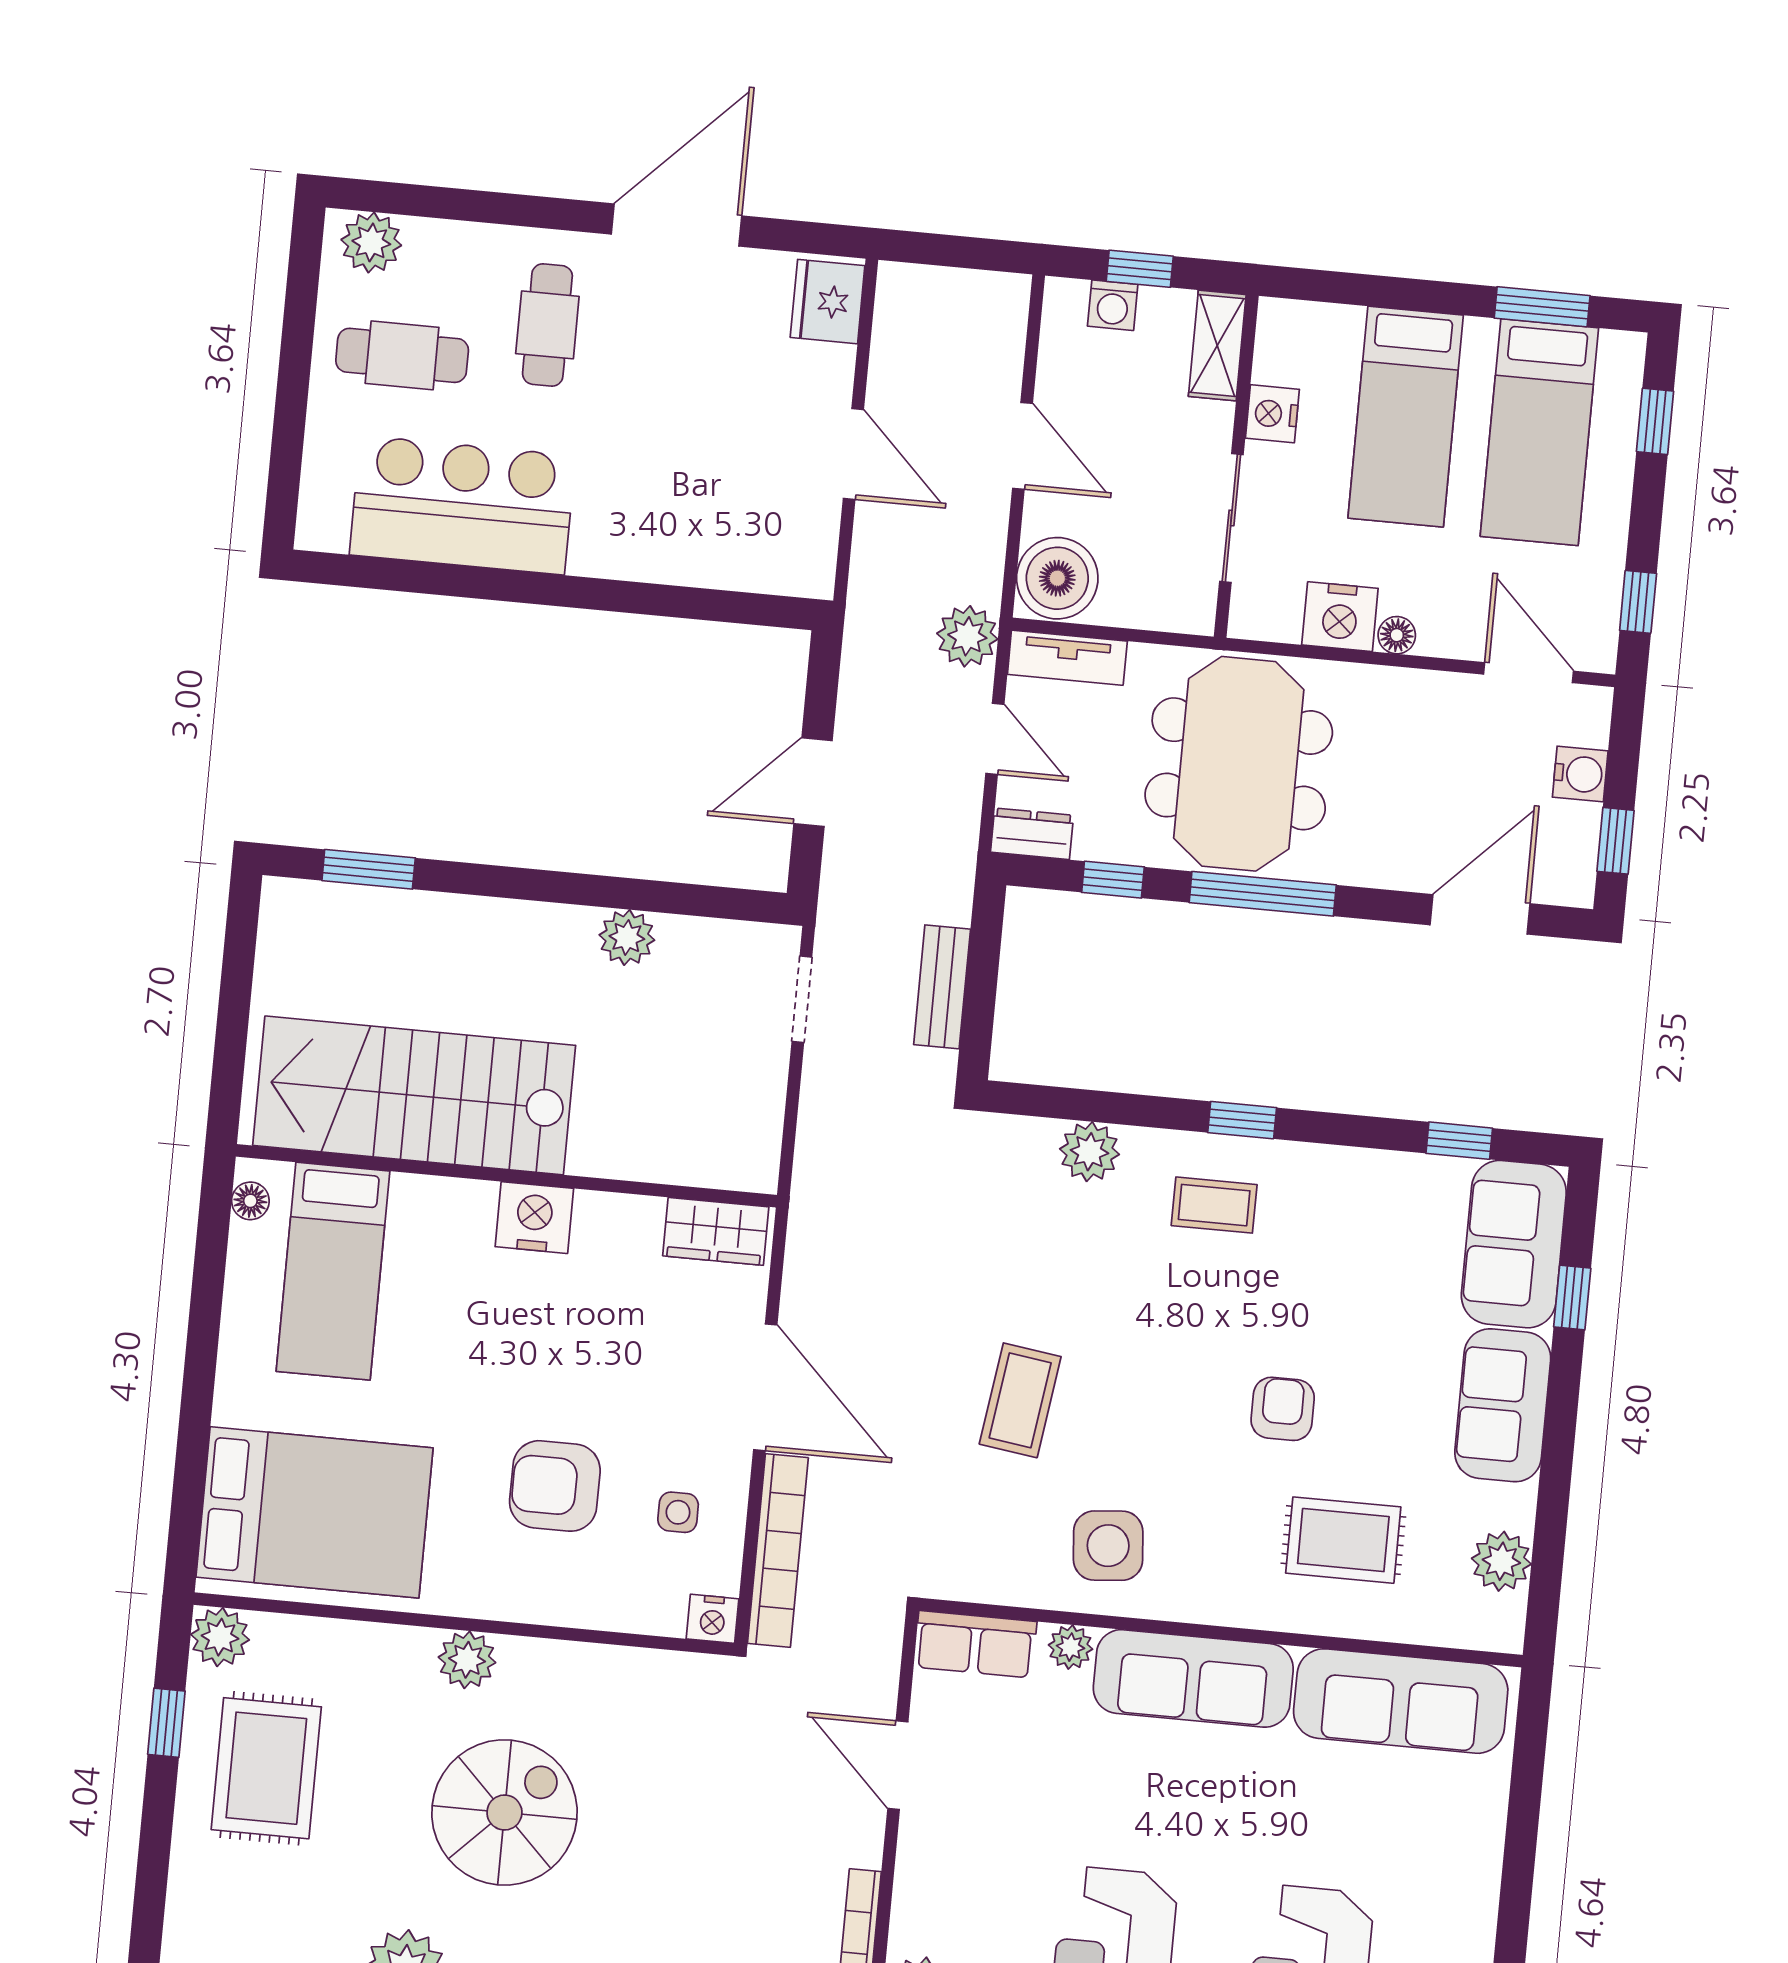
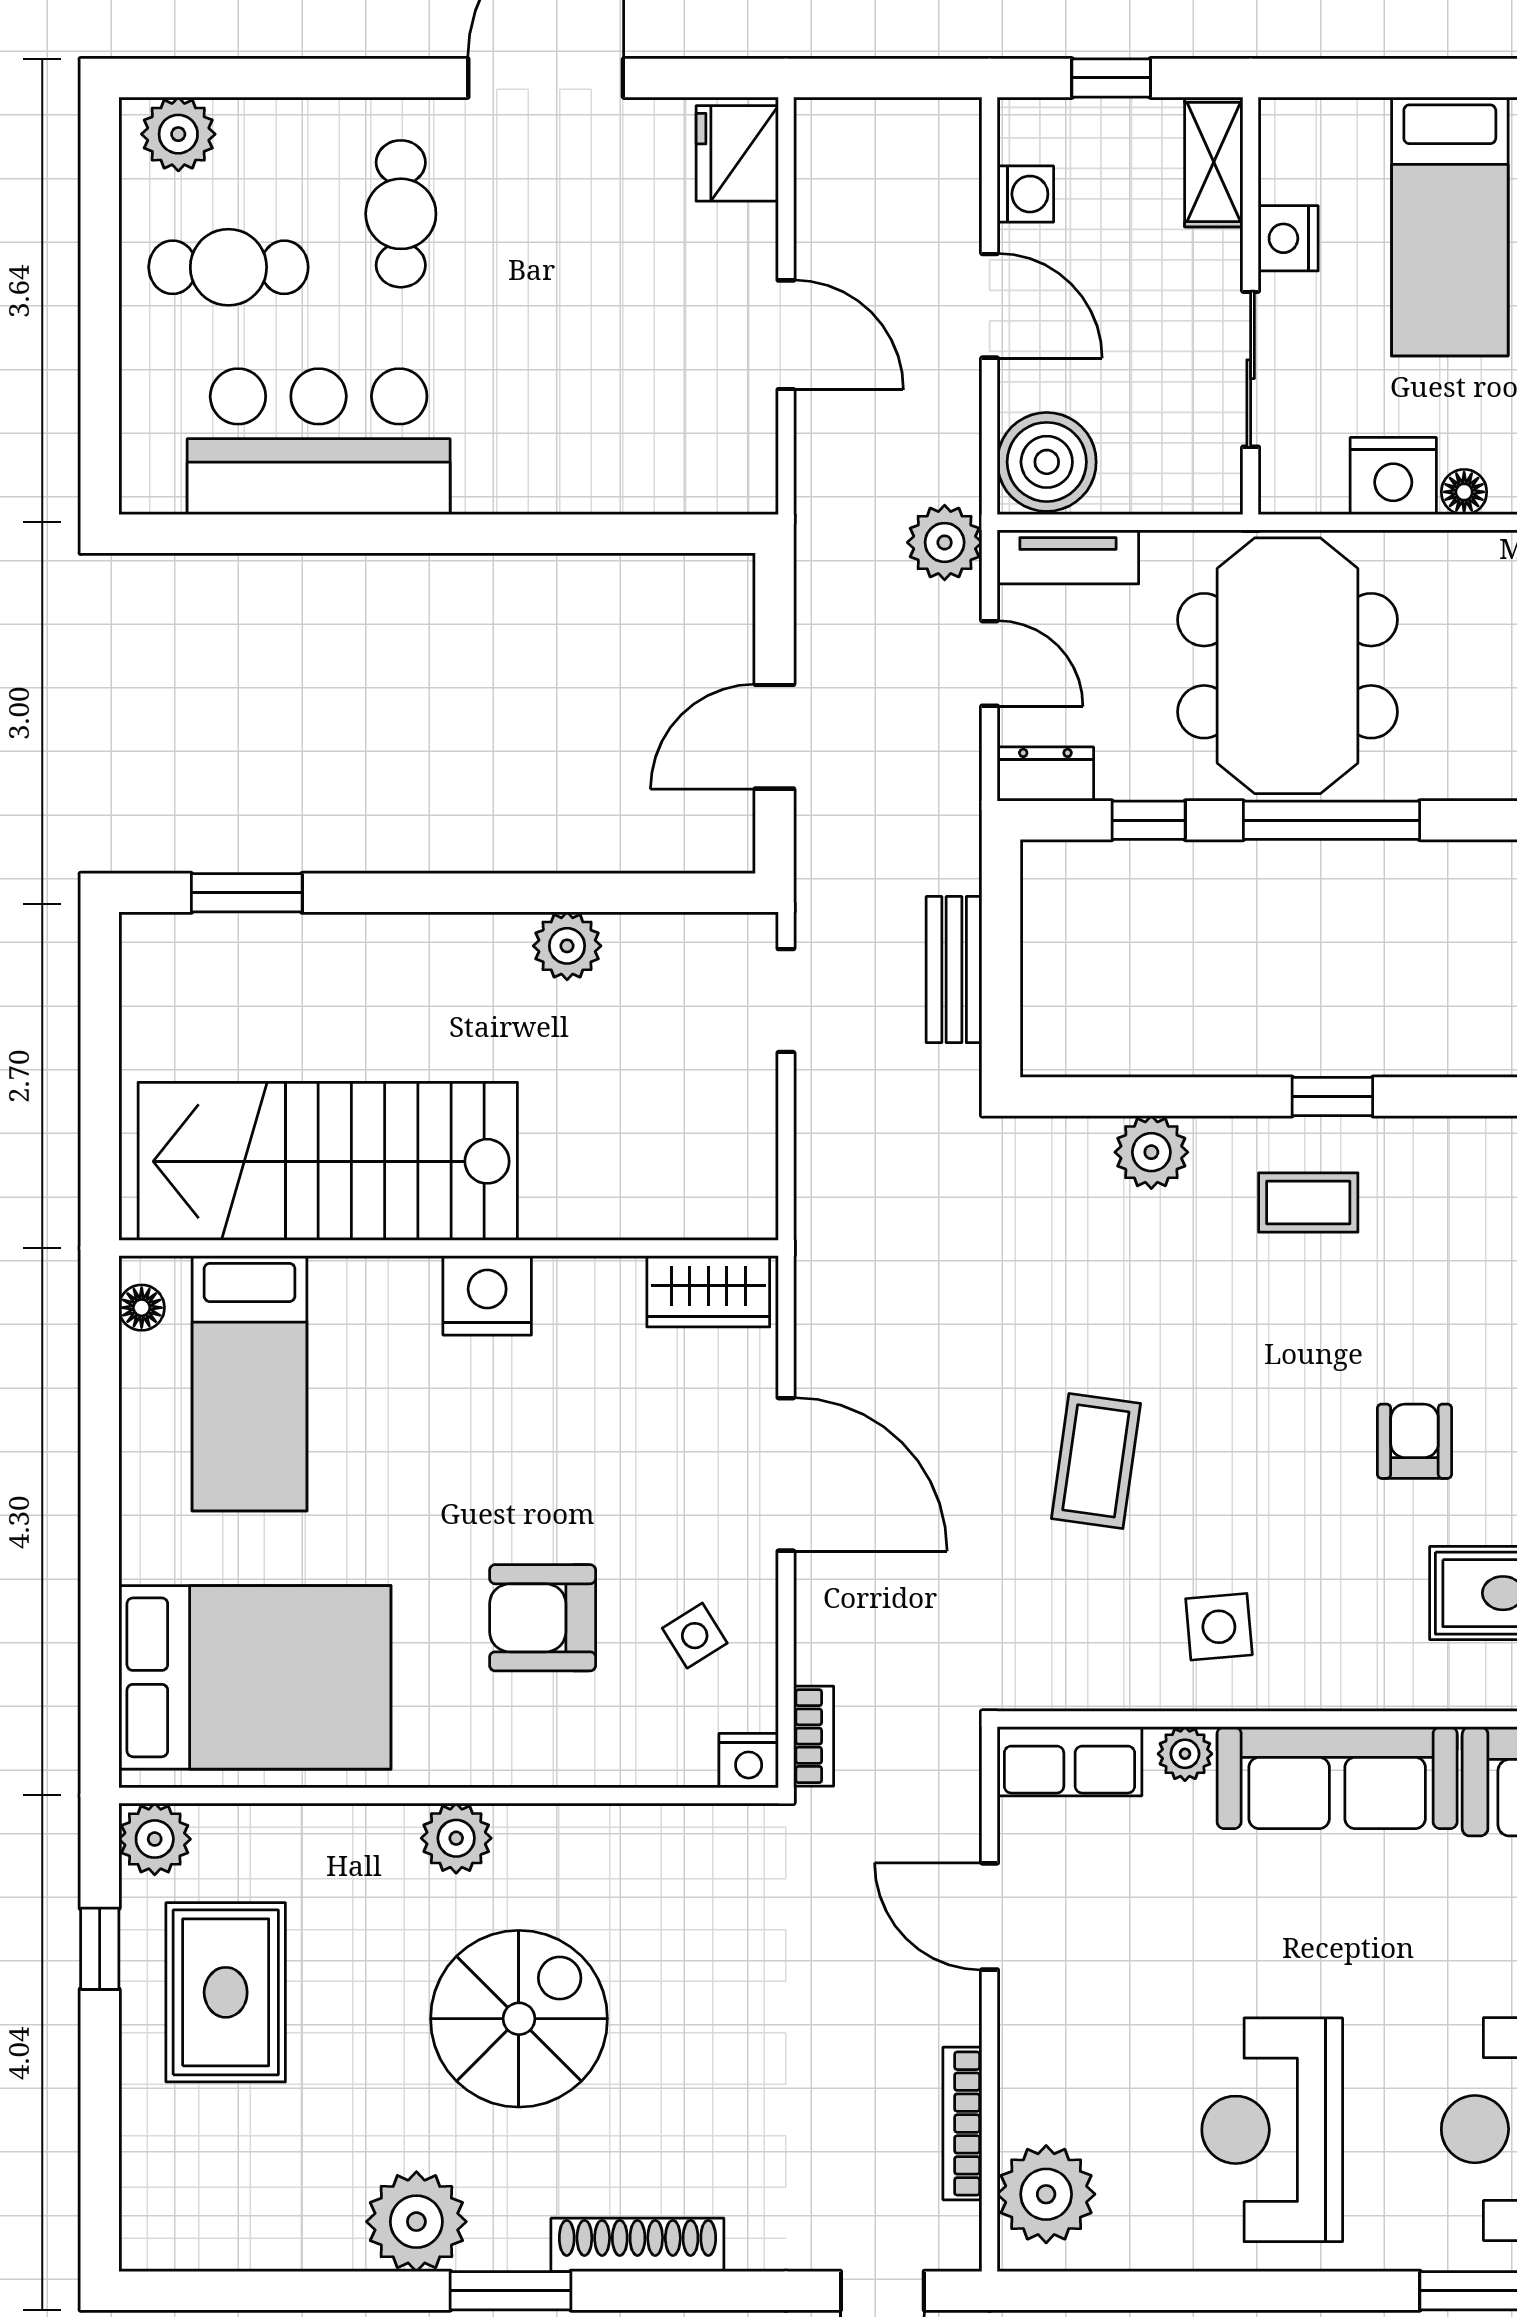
washing machine: (1113, 305) -> (1025, 194), moved, turned -90
side table: (678, 1512) -> (695, 1636), turned -32
side table: (1108, 1546) -> (1219, 1627), width x0.73, depth x0.73
bookcase: (778, 1550) -> (814, 1736), width x0.43, depth x0.76

